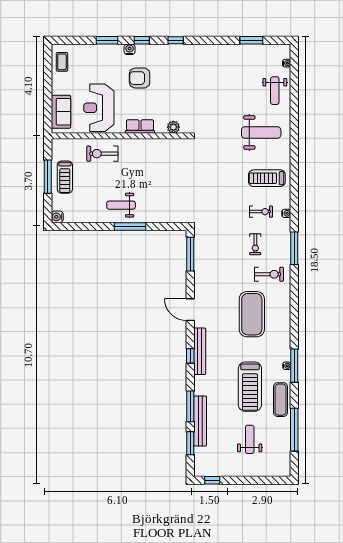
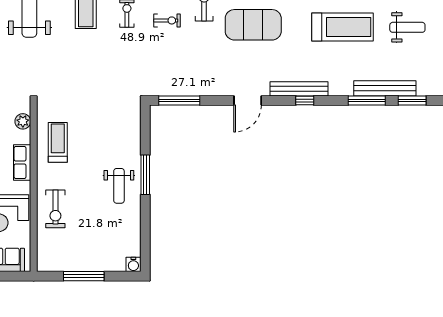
treadmill: (65, 177) -> (58, 142), moved, turned -90
weight bench: (250, 439) -> (407, 27), turned 180

